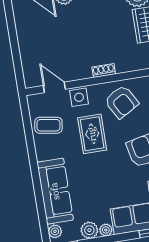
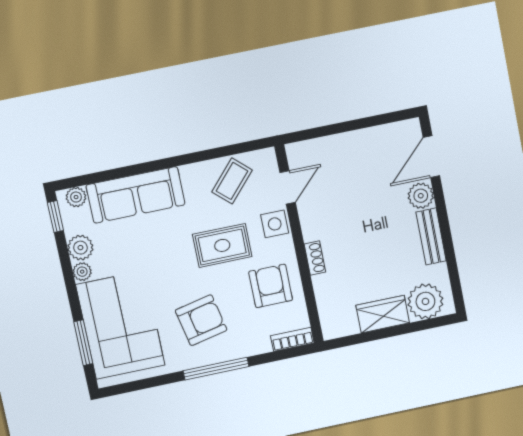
armchair: (122, 102) -> (271, 286), turned 120
coffee table: (48, 125) -> (232, 181), turned 33

